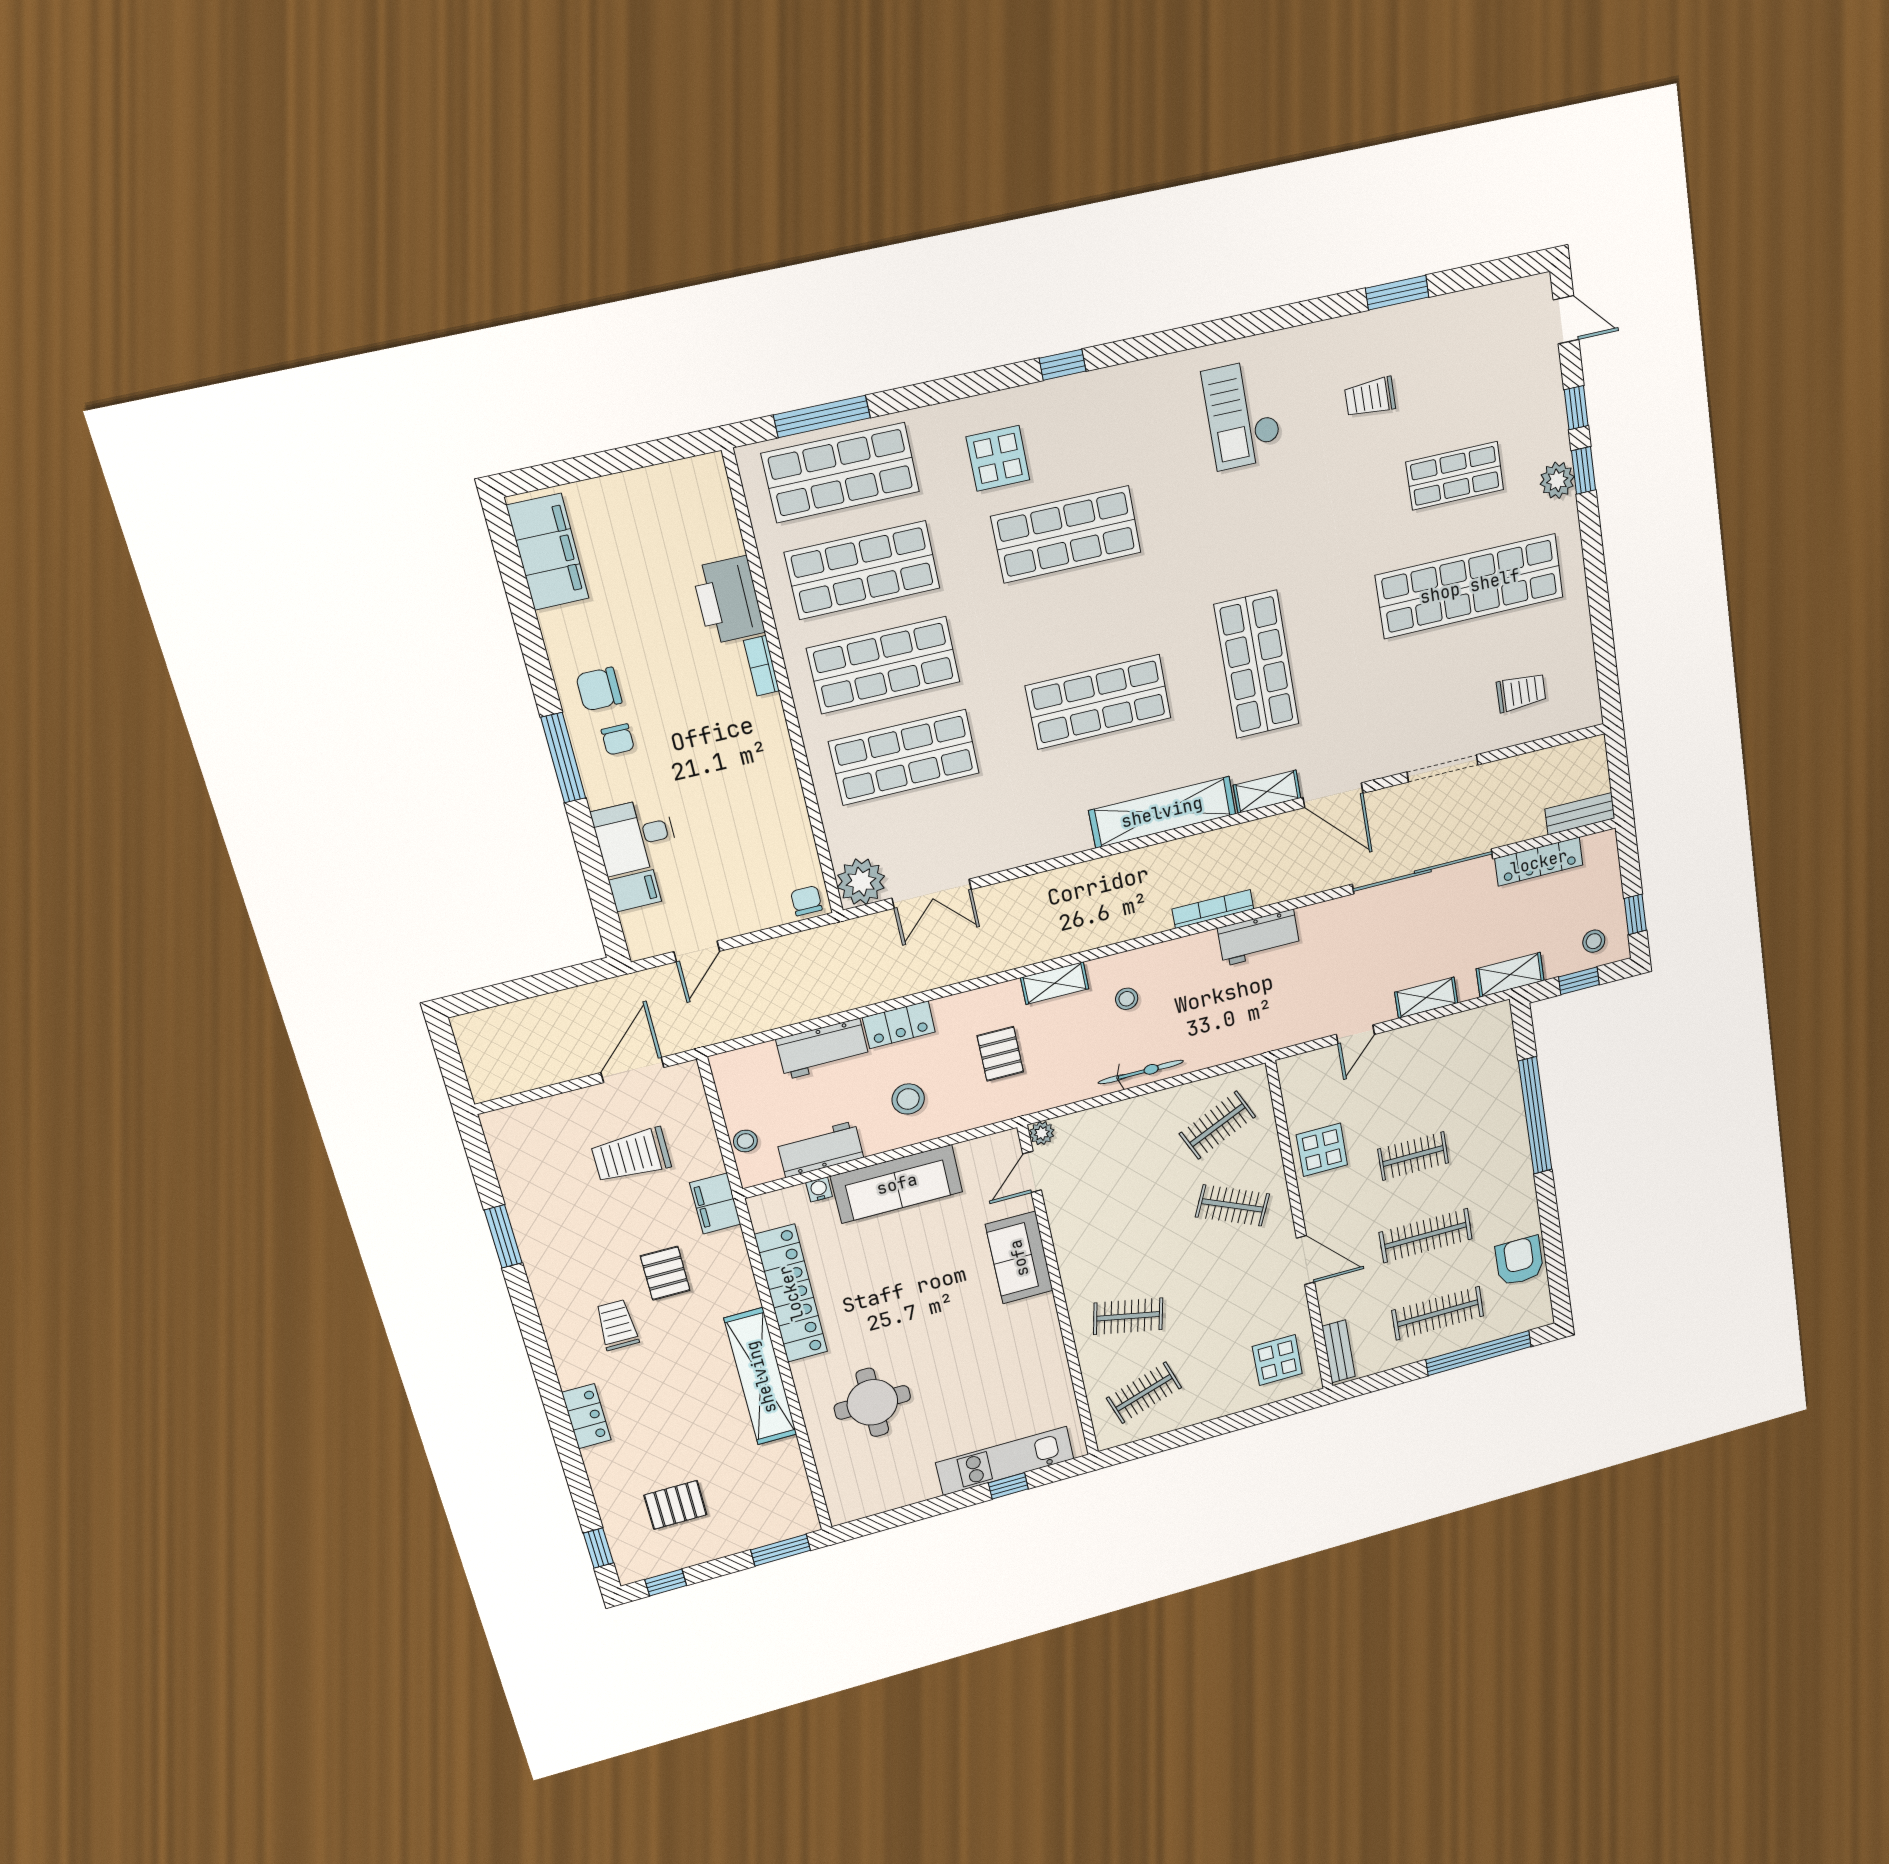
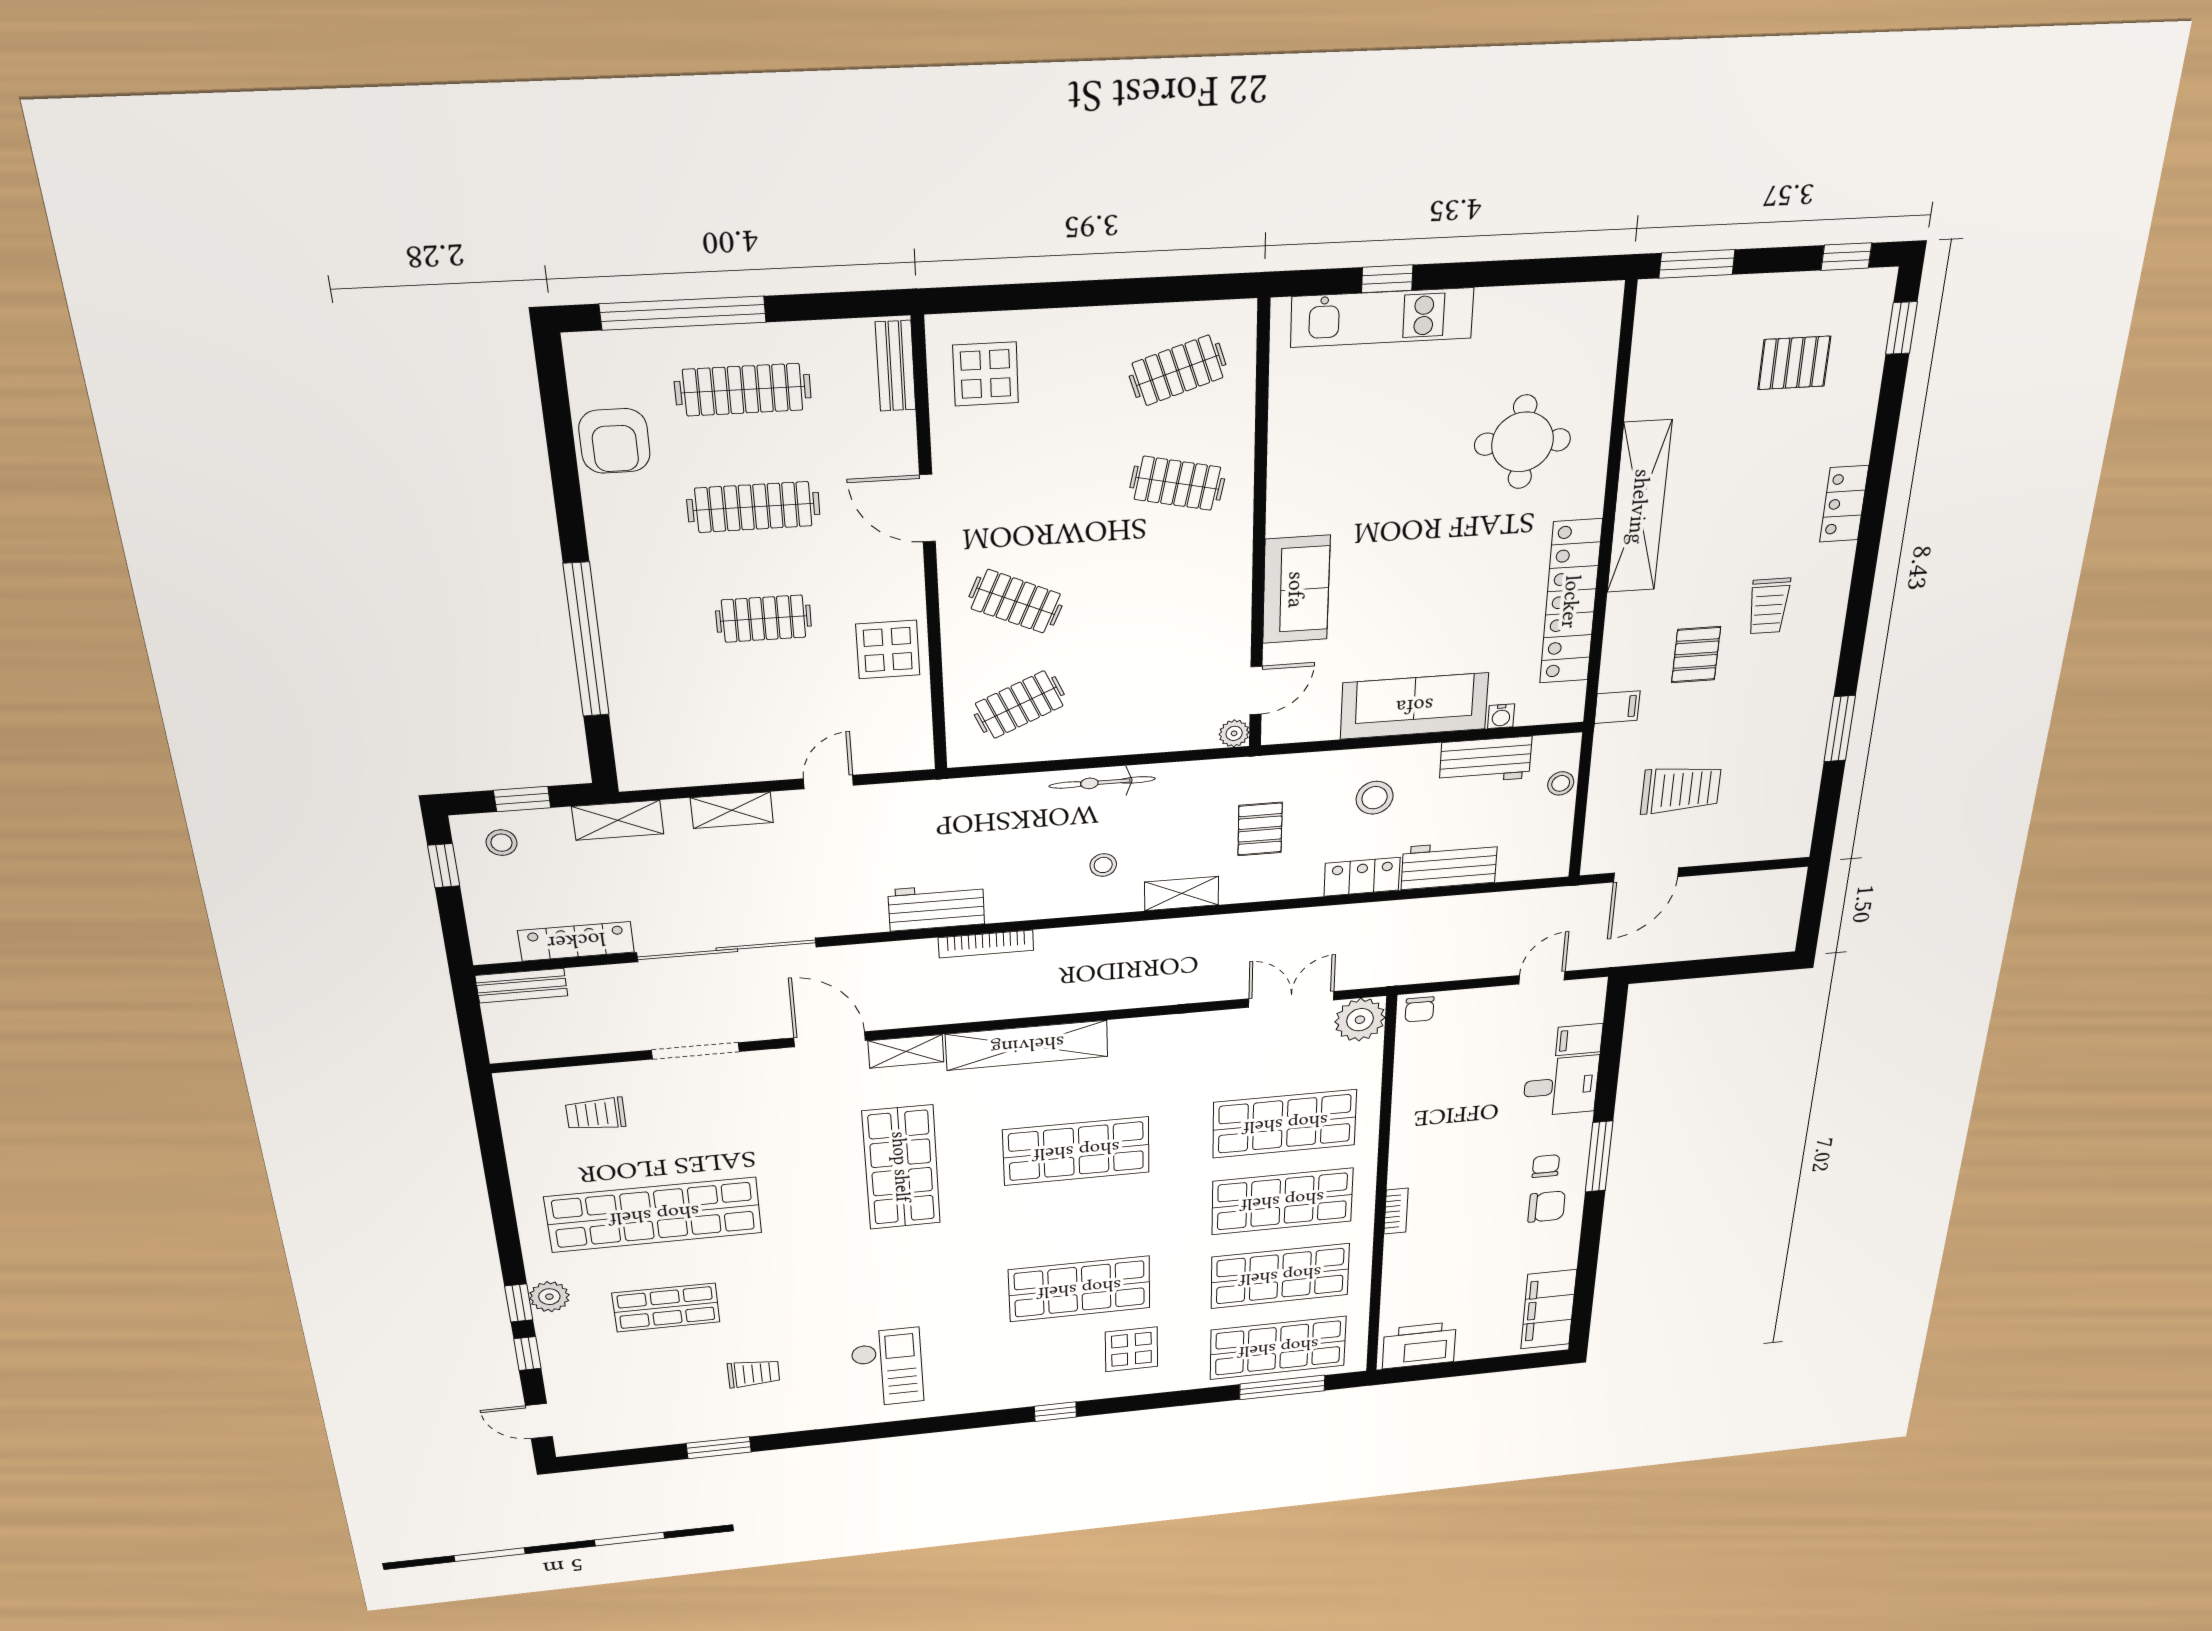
printer: (728, 600) -> (1419, 1345), moved, turned -90
filing cabinet: (715, 1204) -> (1617, 707), width x0.50

